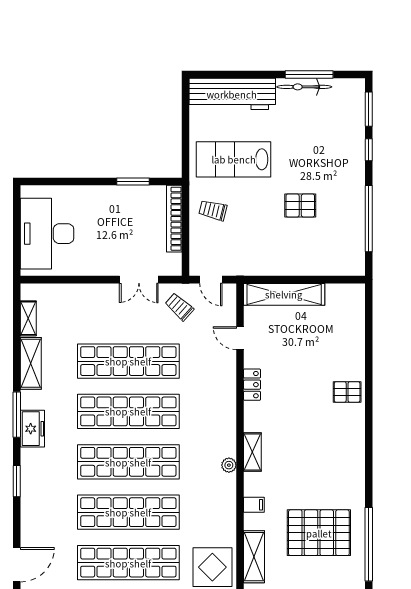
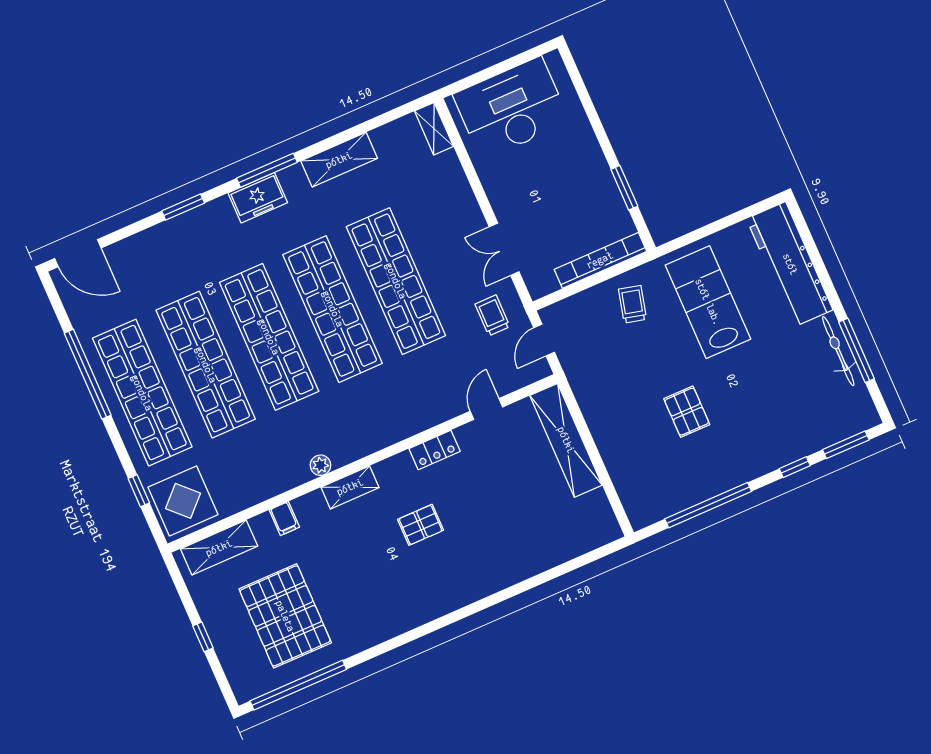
trolley: (179, 307) -> (492, 315), turned -42
shelving: (28, 318) -> (434, 129), moved, turned 90
pallet: (347, 392) -> (421, 525), moved, turned 90

